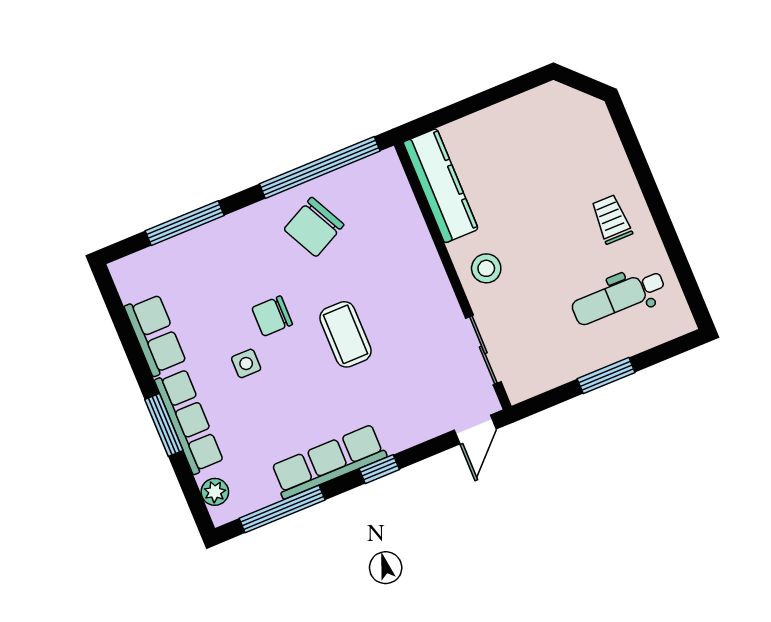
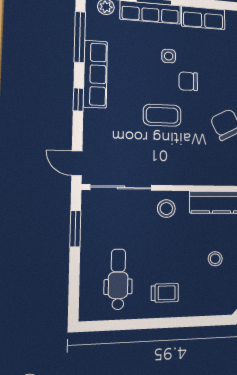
stool: (531, 161) -> (215, 259), added
chair: (272, 316) -> (188, 81), turned -90
sliding door: (483, 350) -> (121, 187), width x1.37
window: (606, 376) -> (75, 229), moved

